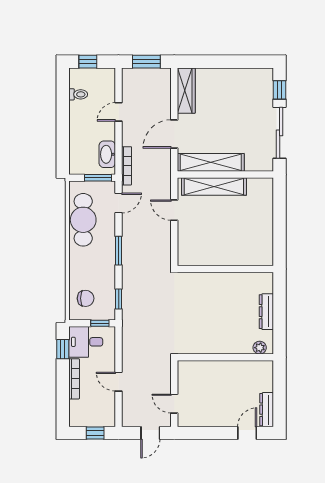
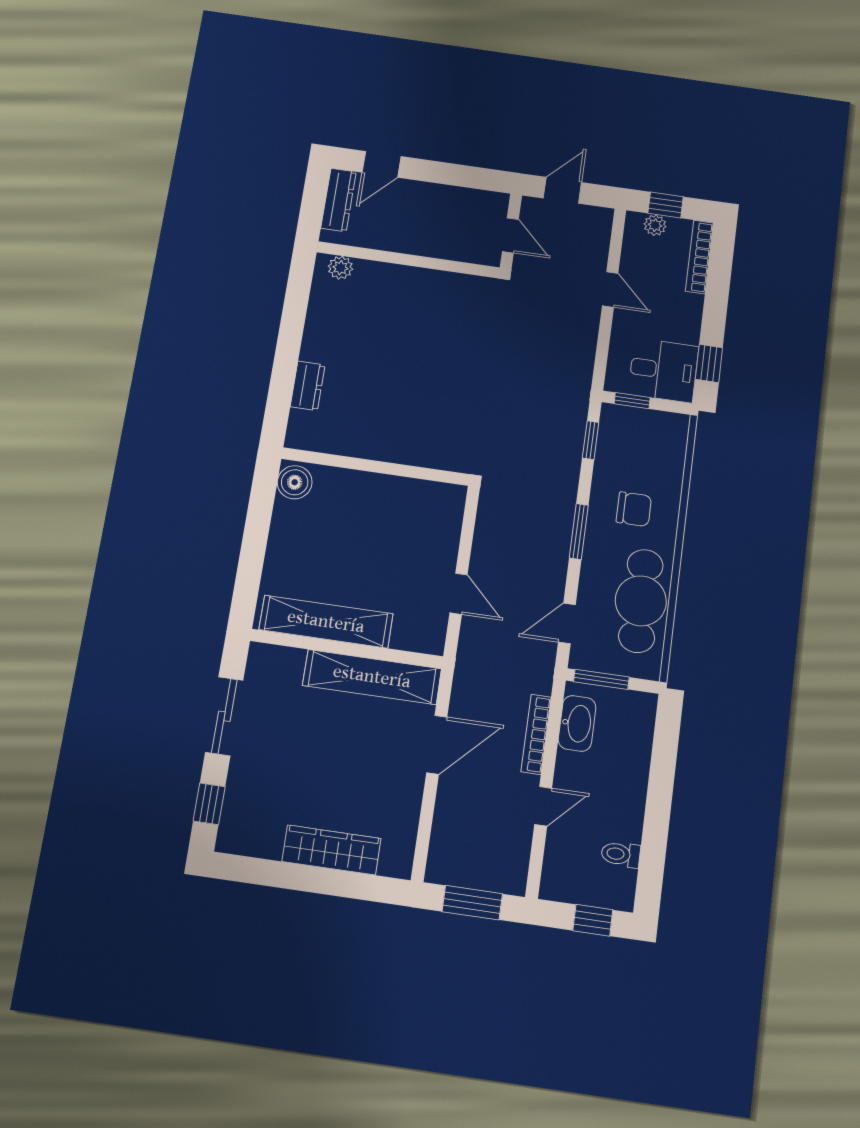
wardrobe: (186, 91) -> (331, 850), moved, turned 90
sliding door: (280, 133) -> (224, 716), width x0.73
bookcase: (127, 166) -> (536, 734), moved
shelving: (214, 186) -> (326, 622), moved
boiler: (265, 255) -> (295, 482), added
chair: (86, 298) -> (634, 509), moved, turned 180
dresser: (266, 312) -> (308, 386), width x0.70
plant: (260, 348) -> (340, 268), moved
wall: (225, 357) -> (408, 260), moved
bookcase: (74, 379) -> (699, 257), moved
plant: (99, 421) -> (655, 225), added

